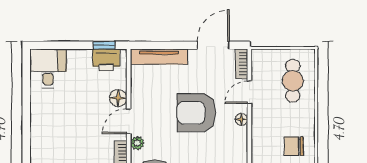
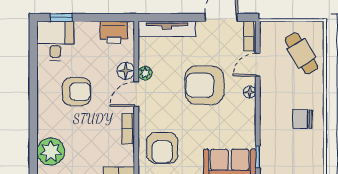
window: (104, 45) -> (61, 17), moved
cafe table: (293, 81) -> (301, 53), turned -32
armchair: (69, 119) -> (76, 92), added
plant: (137, 143) -> (145, 73), moved

